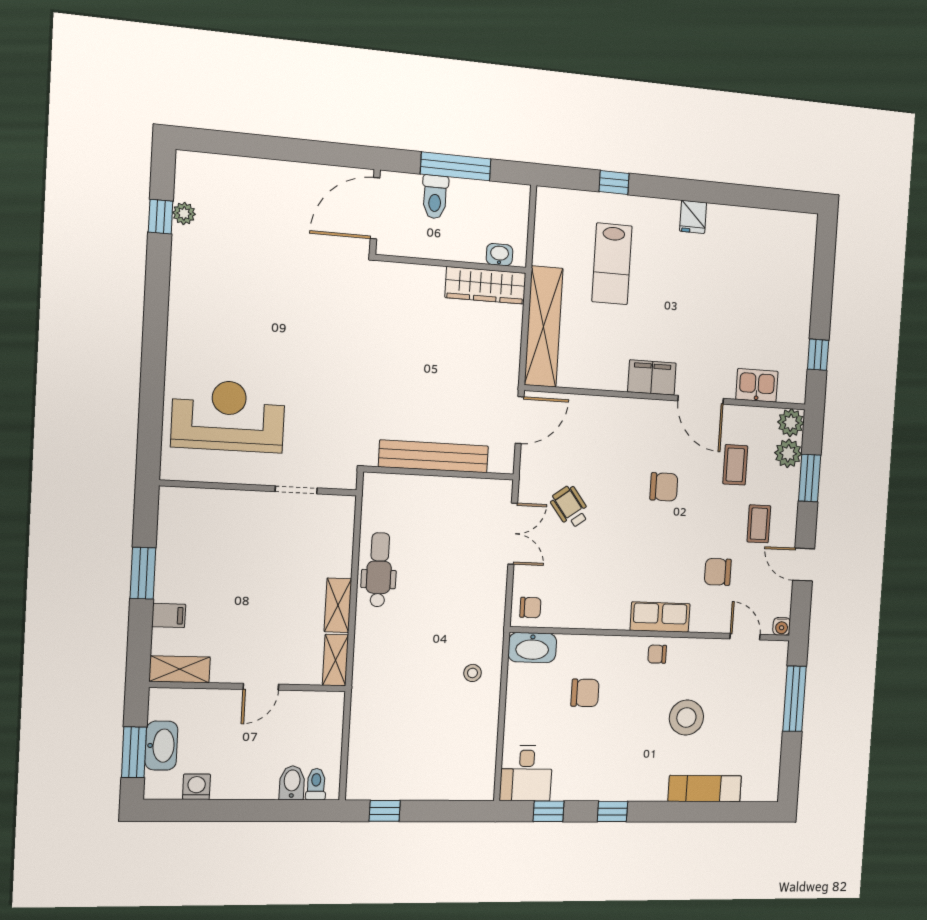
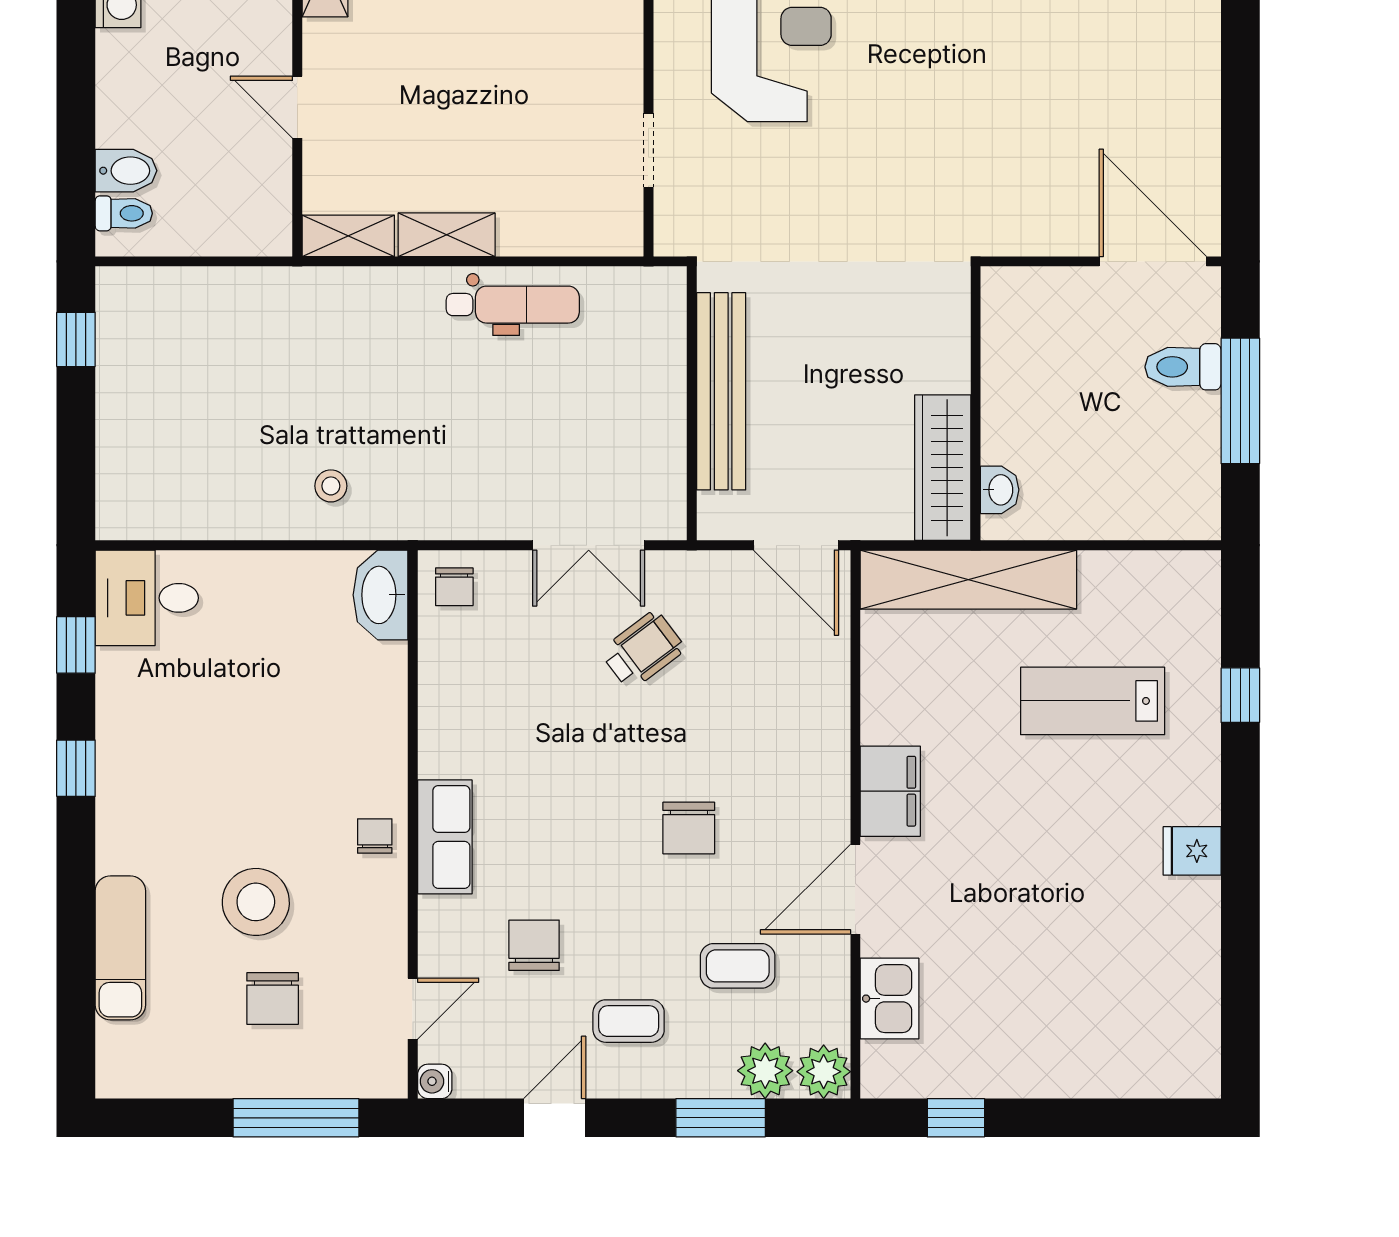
washbasin: (499, 255) -> (1000, 490), moved
wall: (451, 264) -> (976, 403), moved
wardrobe: (486, 285) -> (943, 468), moved
chair: (585, 693) -> (273, 998), moved

